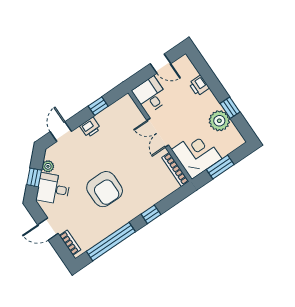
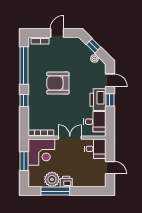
door: (161, 64) -> (110, 168), swing flipped
printer: (199, 86) -> (66, 182), moved
window: (98, 106) -> (110, 100), moved
window: (230, 108) -> (55, 191), width x2.17
printer: (90, 127) -> (98, 100), width x1.87, depth x1.48
desk: (53, 189) -> (95, 122), moved, turned 45

